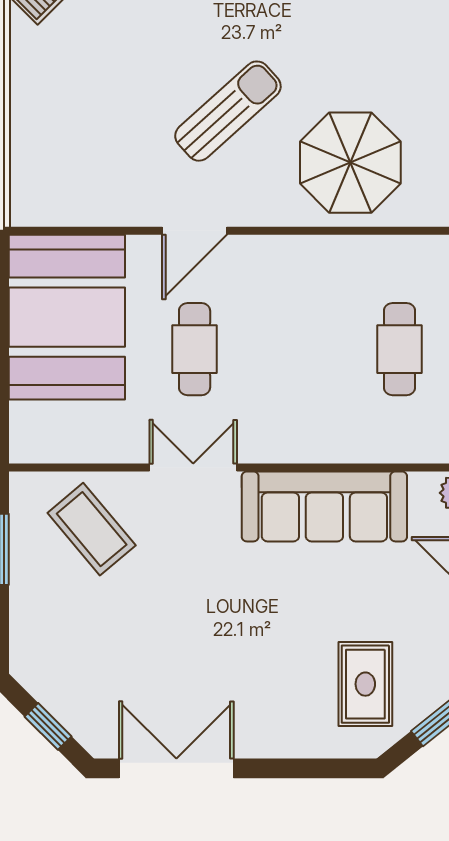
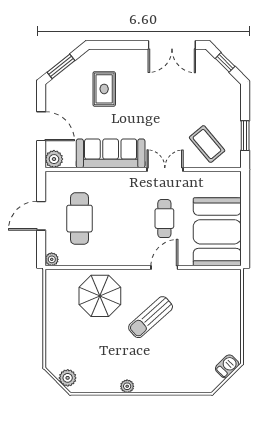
cafe table: (400, 349) -> (80, 219), width x1.37, depth x1.35
double door: (193, 468) -> (165, 170), swing flipped
rug: (365, 684) -> (104, 89), moved

